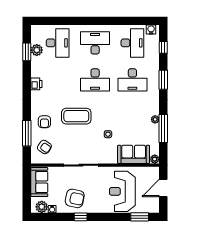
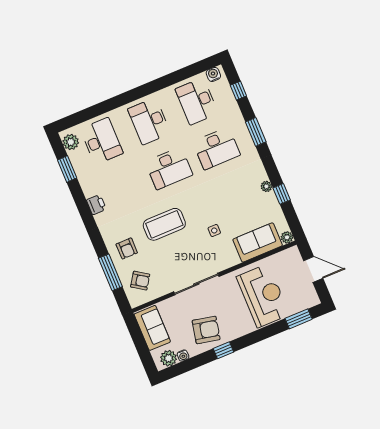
desk: (95, 43) -> (149, 121), turned -90
desk: (132, 43) -> (197, 101), turned 180
plant: (37, 50) -> (71, 142), moved
window: (163, 129) -> (282, 194), width x0.46
door: (163, 188) -> (313, 270), swing flipped
reception desk: (122, 191) -> (263, 296), turned 180

